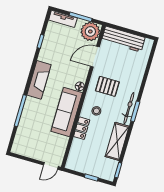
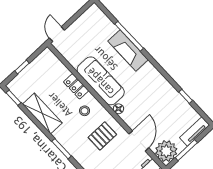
fireplace: (39, 80) -> (128, 50), moved
bicycle: (129, 108) -> (68, 144), removed

